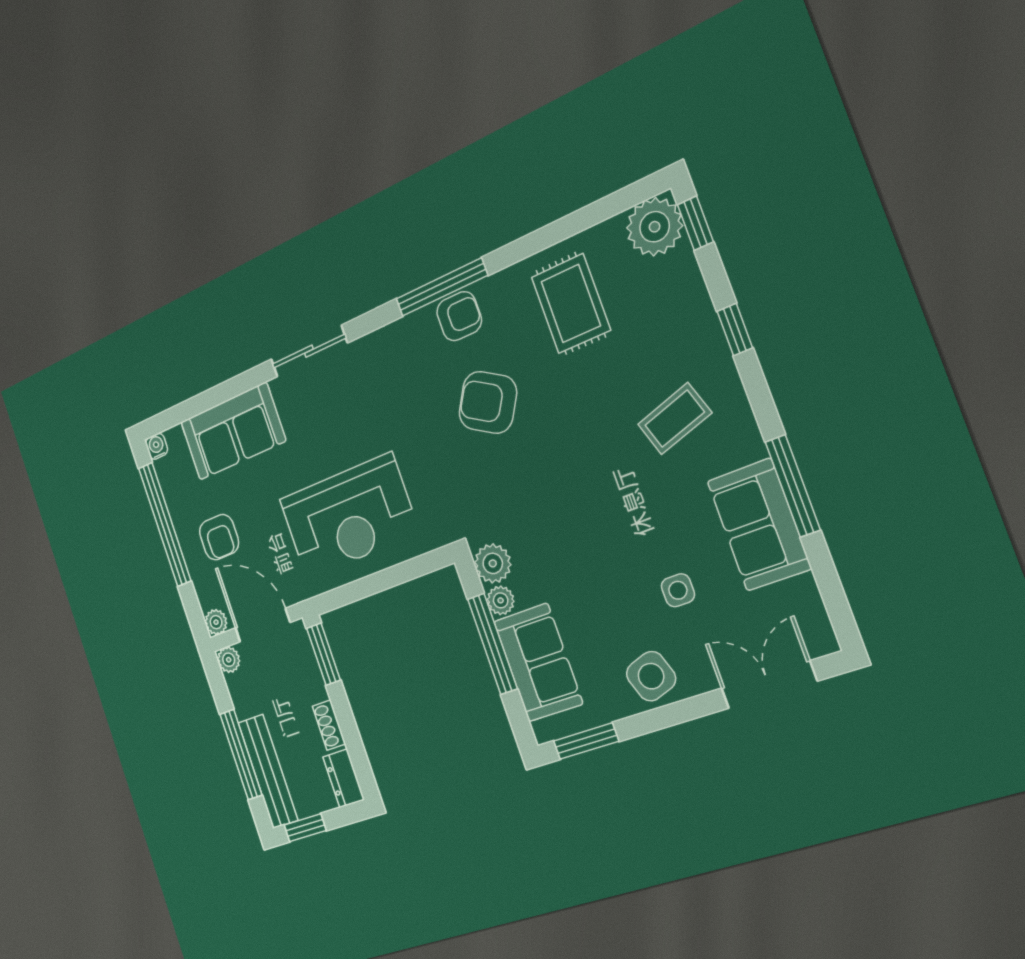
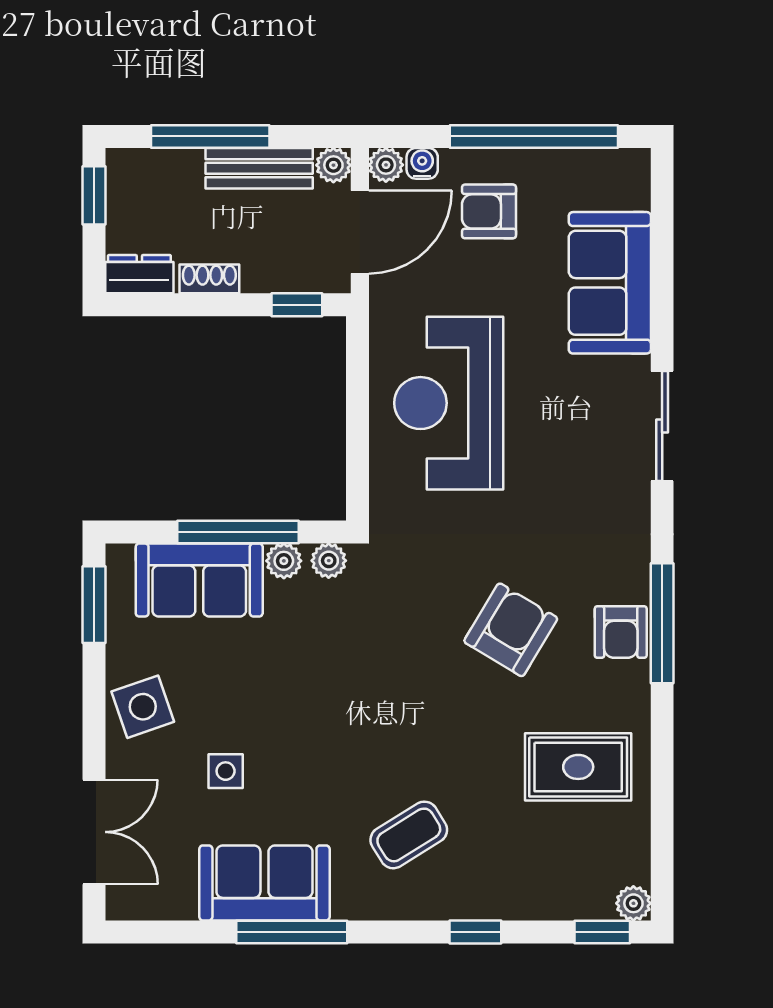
plant: (655, 227) -> (633, 903), width x0.53, depth x0.53
coffee table: (675, 419) -> (409, 835), turned 76
water cooler: (157, 446) -> (422, 163), moved, turned -90
plant: (493, 563) -> (329, 561), width x0.73, depth x0.73
window: (323, 654) -> (297, 305), width x0.67
bench: (268, 771) -> (259, 168), moved, width x0.73

